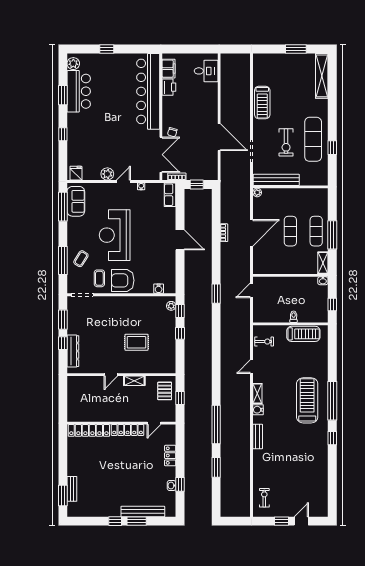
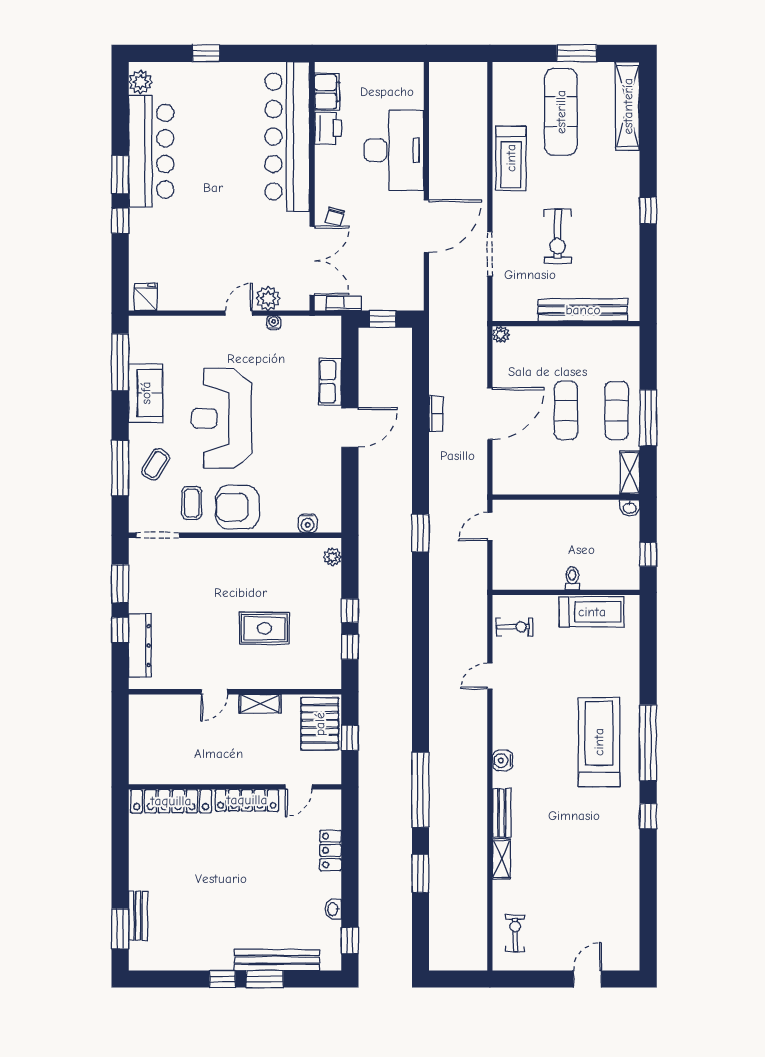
desk: (206, 71) -> (394, 150), moved, width x1.87, depth x1.30
bar counter: (79, 91) -> (151, 151), width x1.36
window: (63, 95) -> (120, 175), moved
door: (219, 137) -> (426, 226), hinge flipped
exercise mat: (313, 139) -> (561, 112), moved
window: (332, 148) -> (648, 211), moved
plant: (107, 174) -> (268, 298), moved
bench: (276, 180) -> (583, 310), moved
row of seats: (170, 195) -> (330, 382), moved
sofa: (76, 201) -> (146, 393), moved
door: (180, 240) -> (350, 428), hinge flipped
window: (180, 311) -> (350, 647), moved
pallet: (165, 391) -> (320, 724), width x1.50, depth x1.42
shelving: (257, 394) -> (501, 859), moved
window: (180, 484) -> (350, 940), moved
window: (282, 521) -> (549, 979), removed

